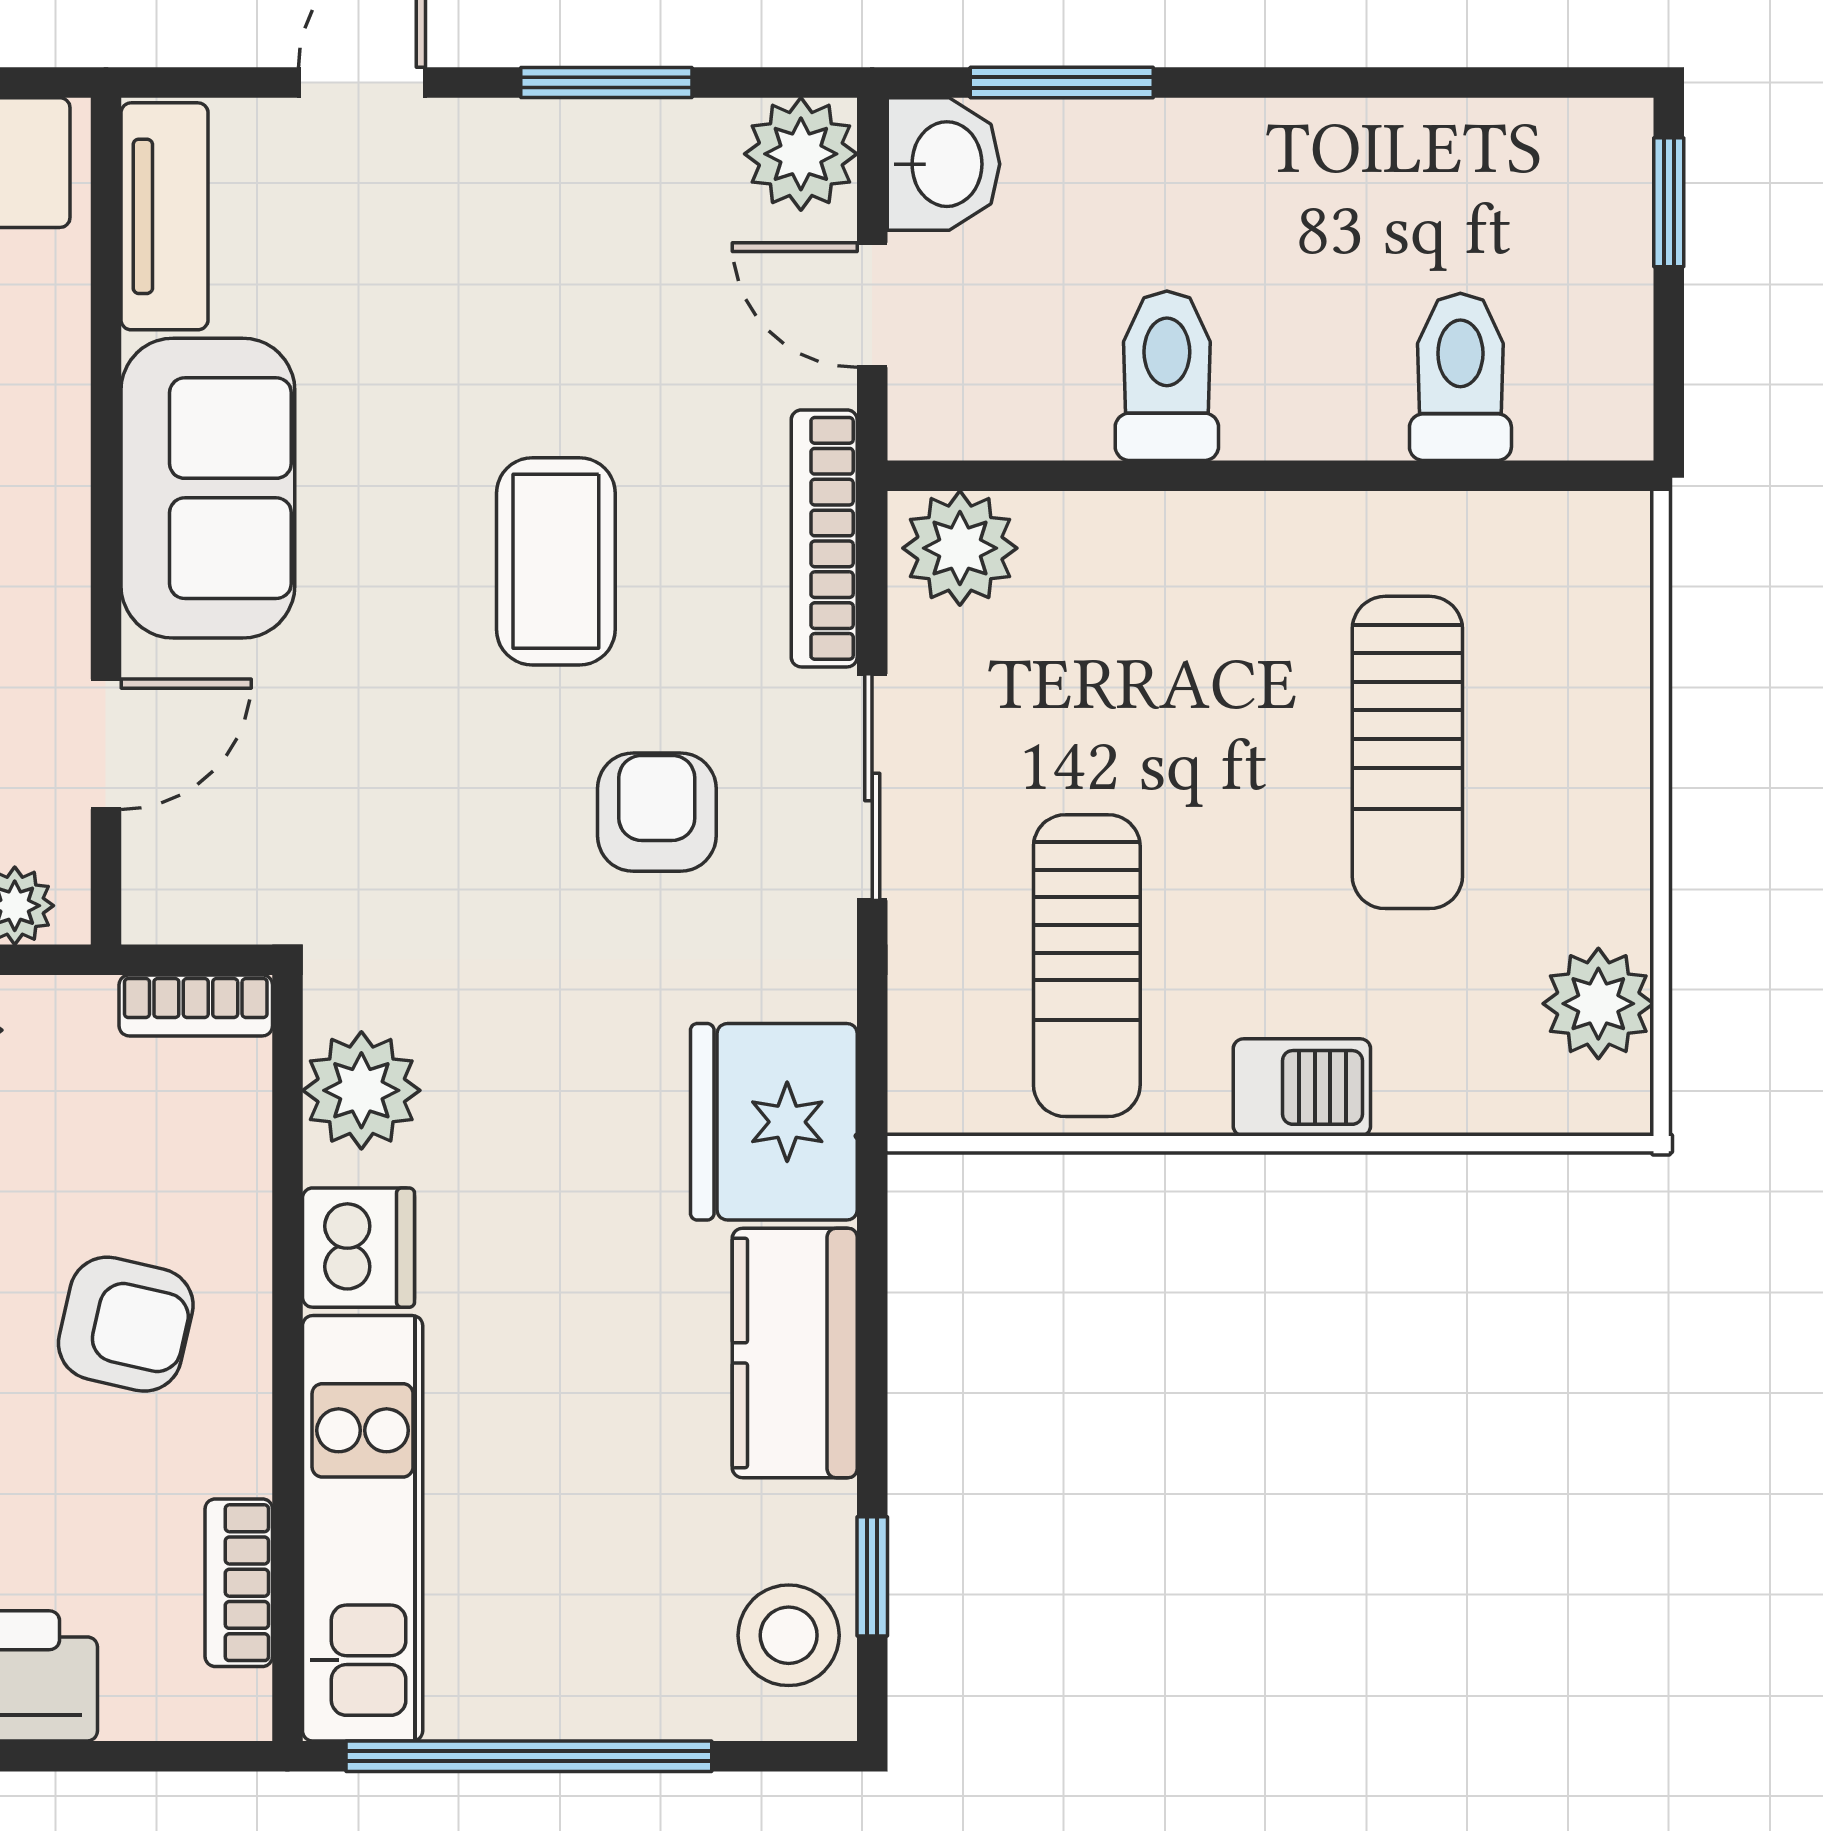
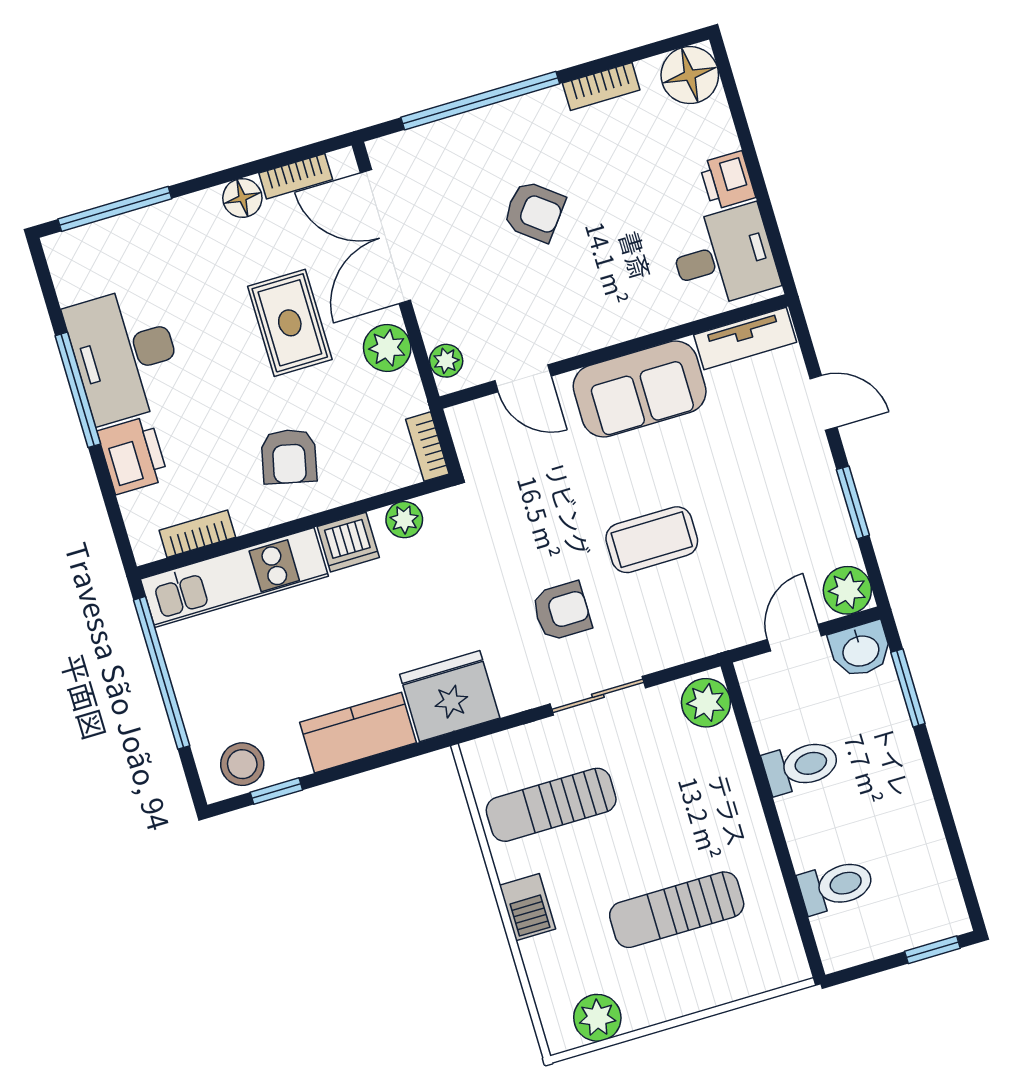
bookcase: (824, 538) -> (693, 646), removed
plant: (361, 1090) -> (404, 520), width x0.73, depth x0.73

